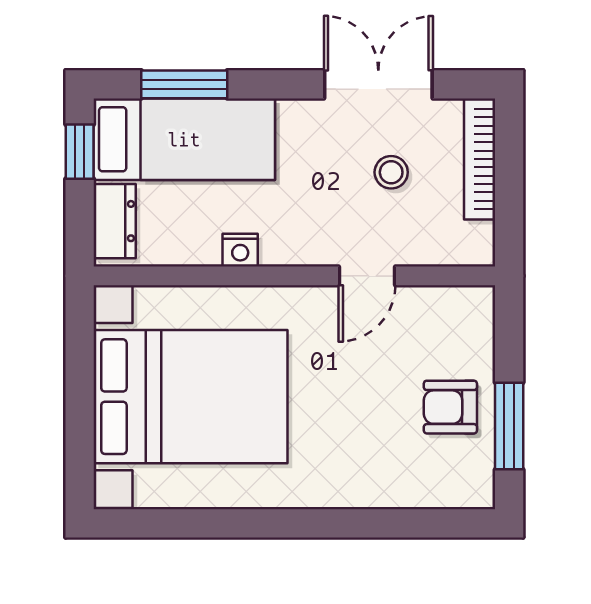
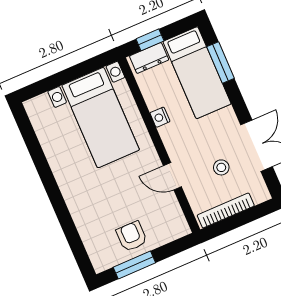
window: (80, 152) -> (150, 40), moved
bookcase: (480, 159) -> (226, 210), moved
bed with nightstands: (190, 397) -> (101, 118), width x0.73

